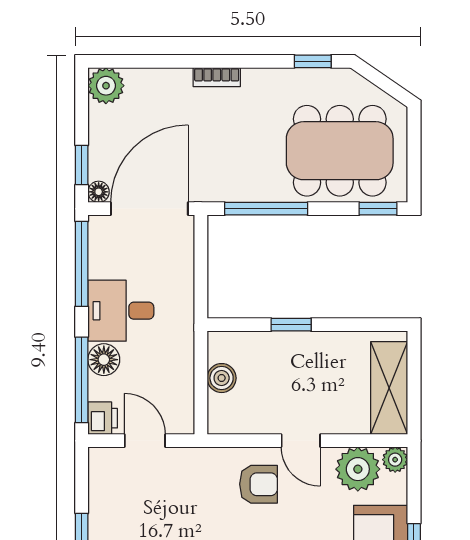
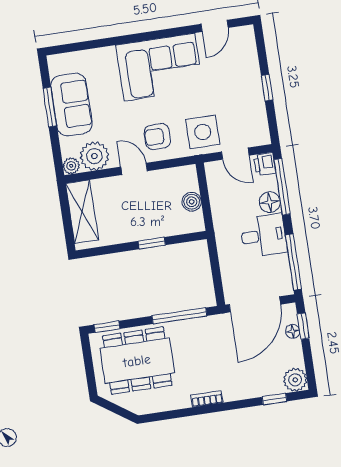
window: (313, 61) -> (274, 399), moved
bookcase: (217, 77) -> (207, 399), moved
floor lamp: (99, 192) -> (293, 331), moved
side table: (189, 481) -> (203, 132), added

